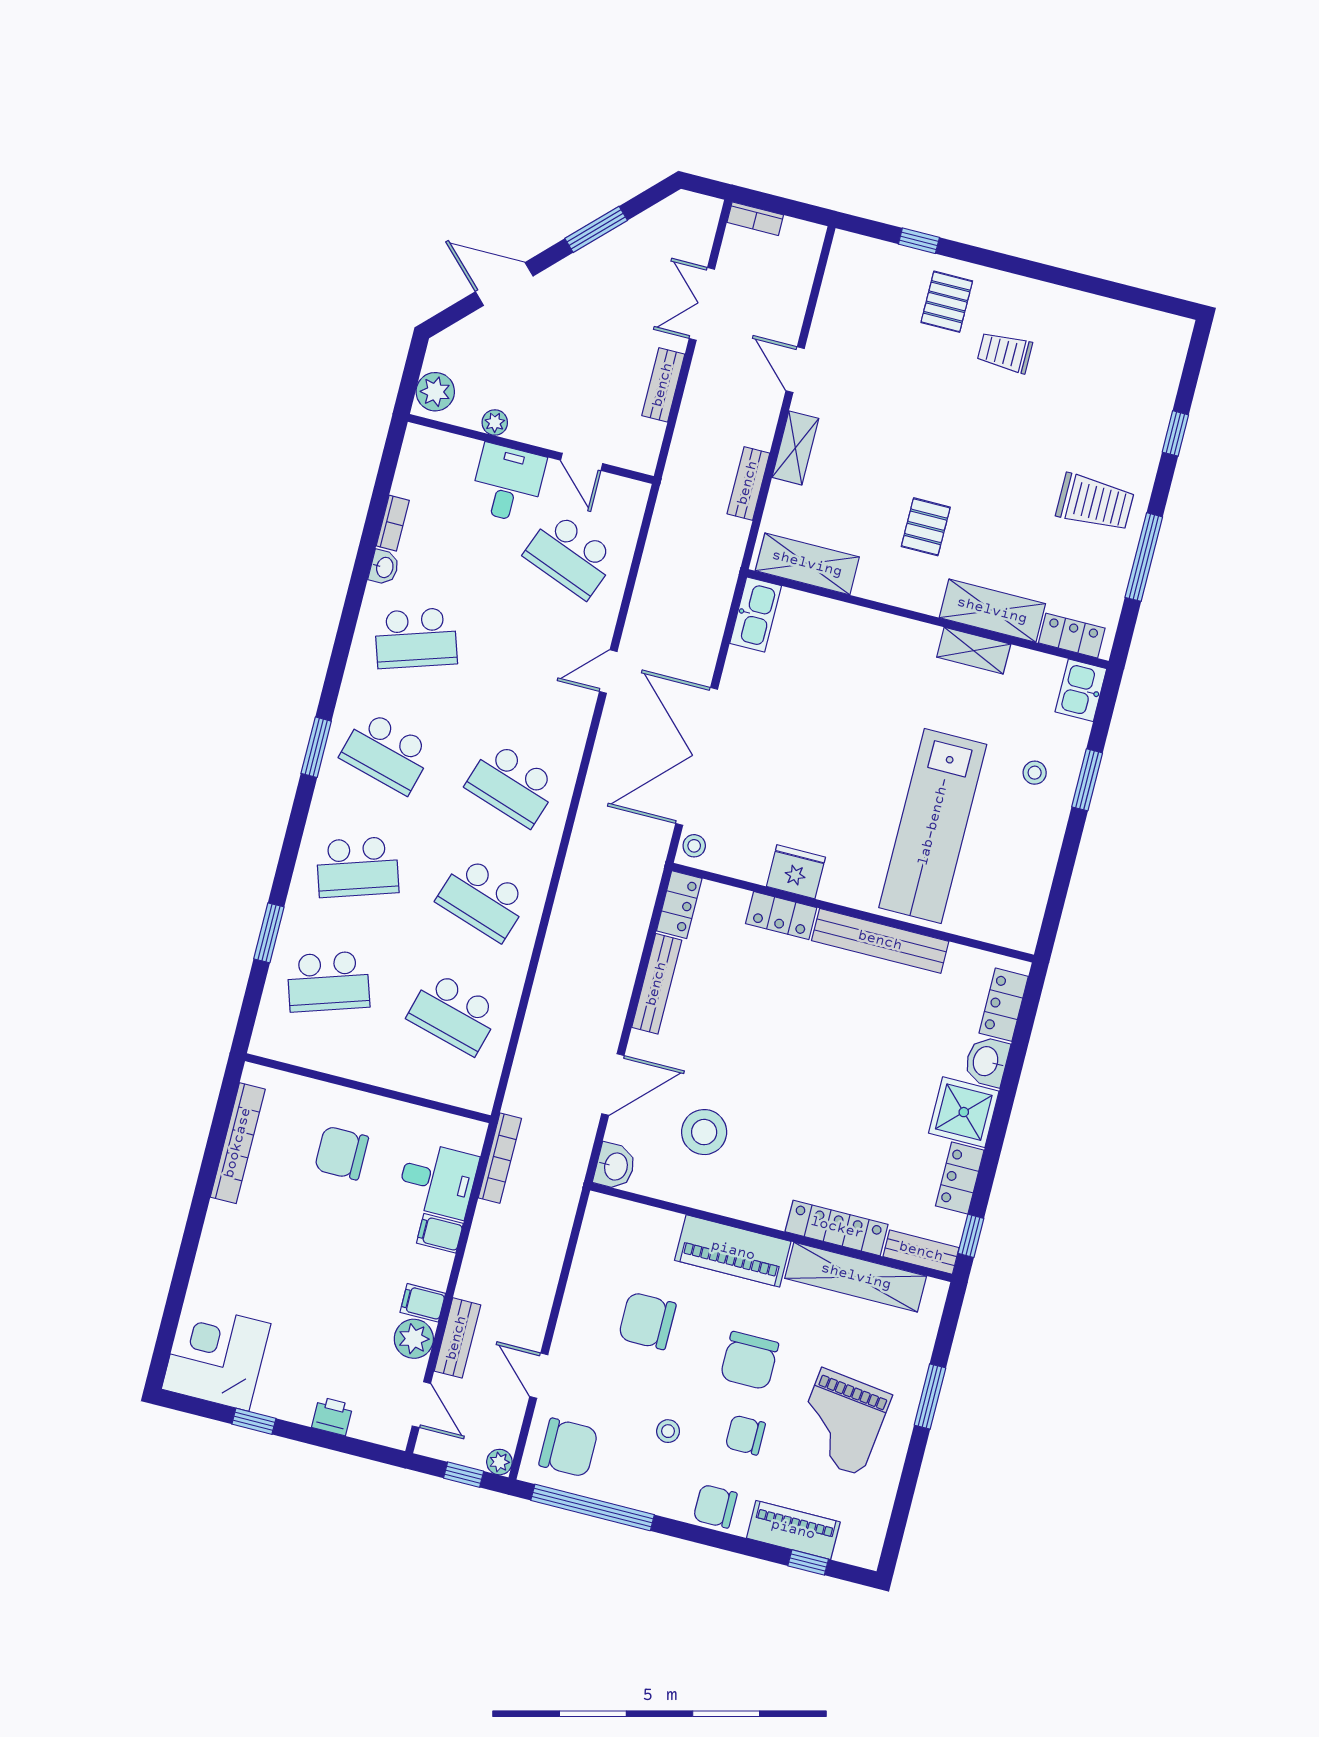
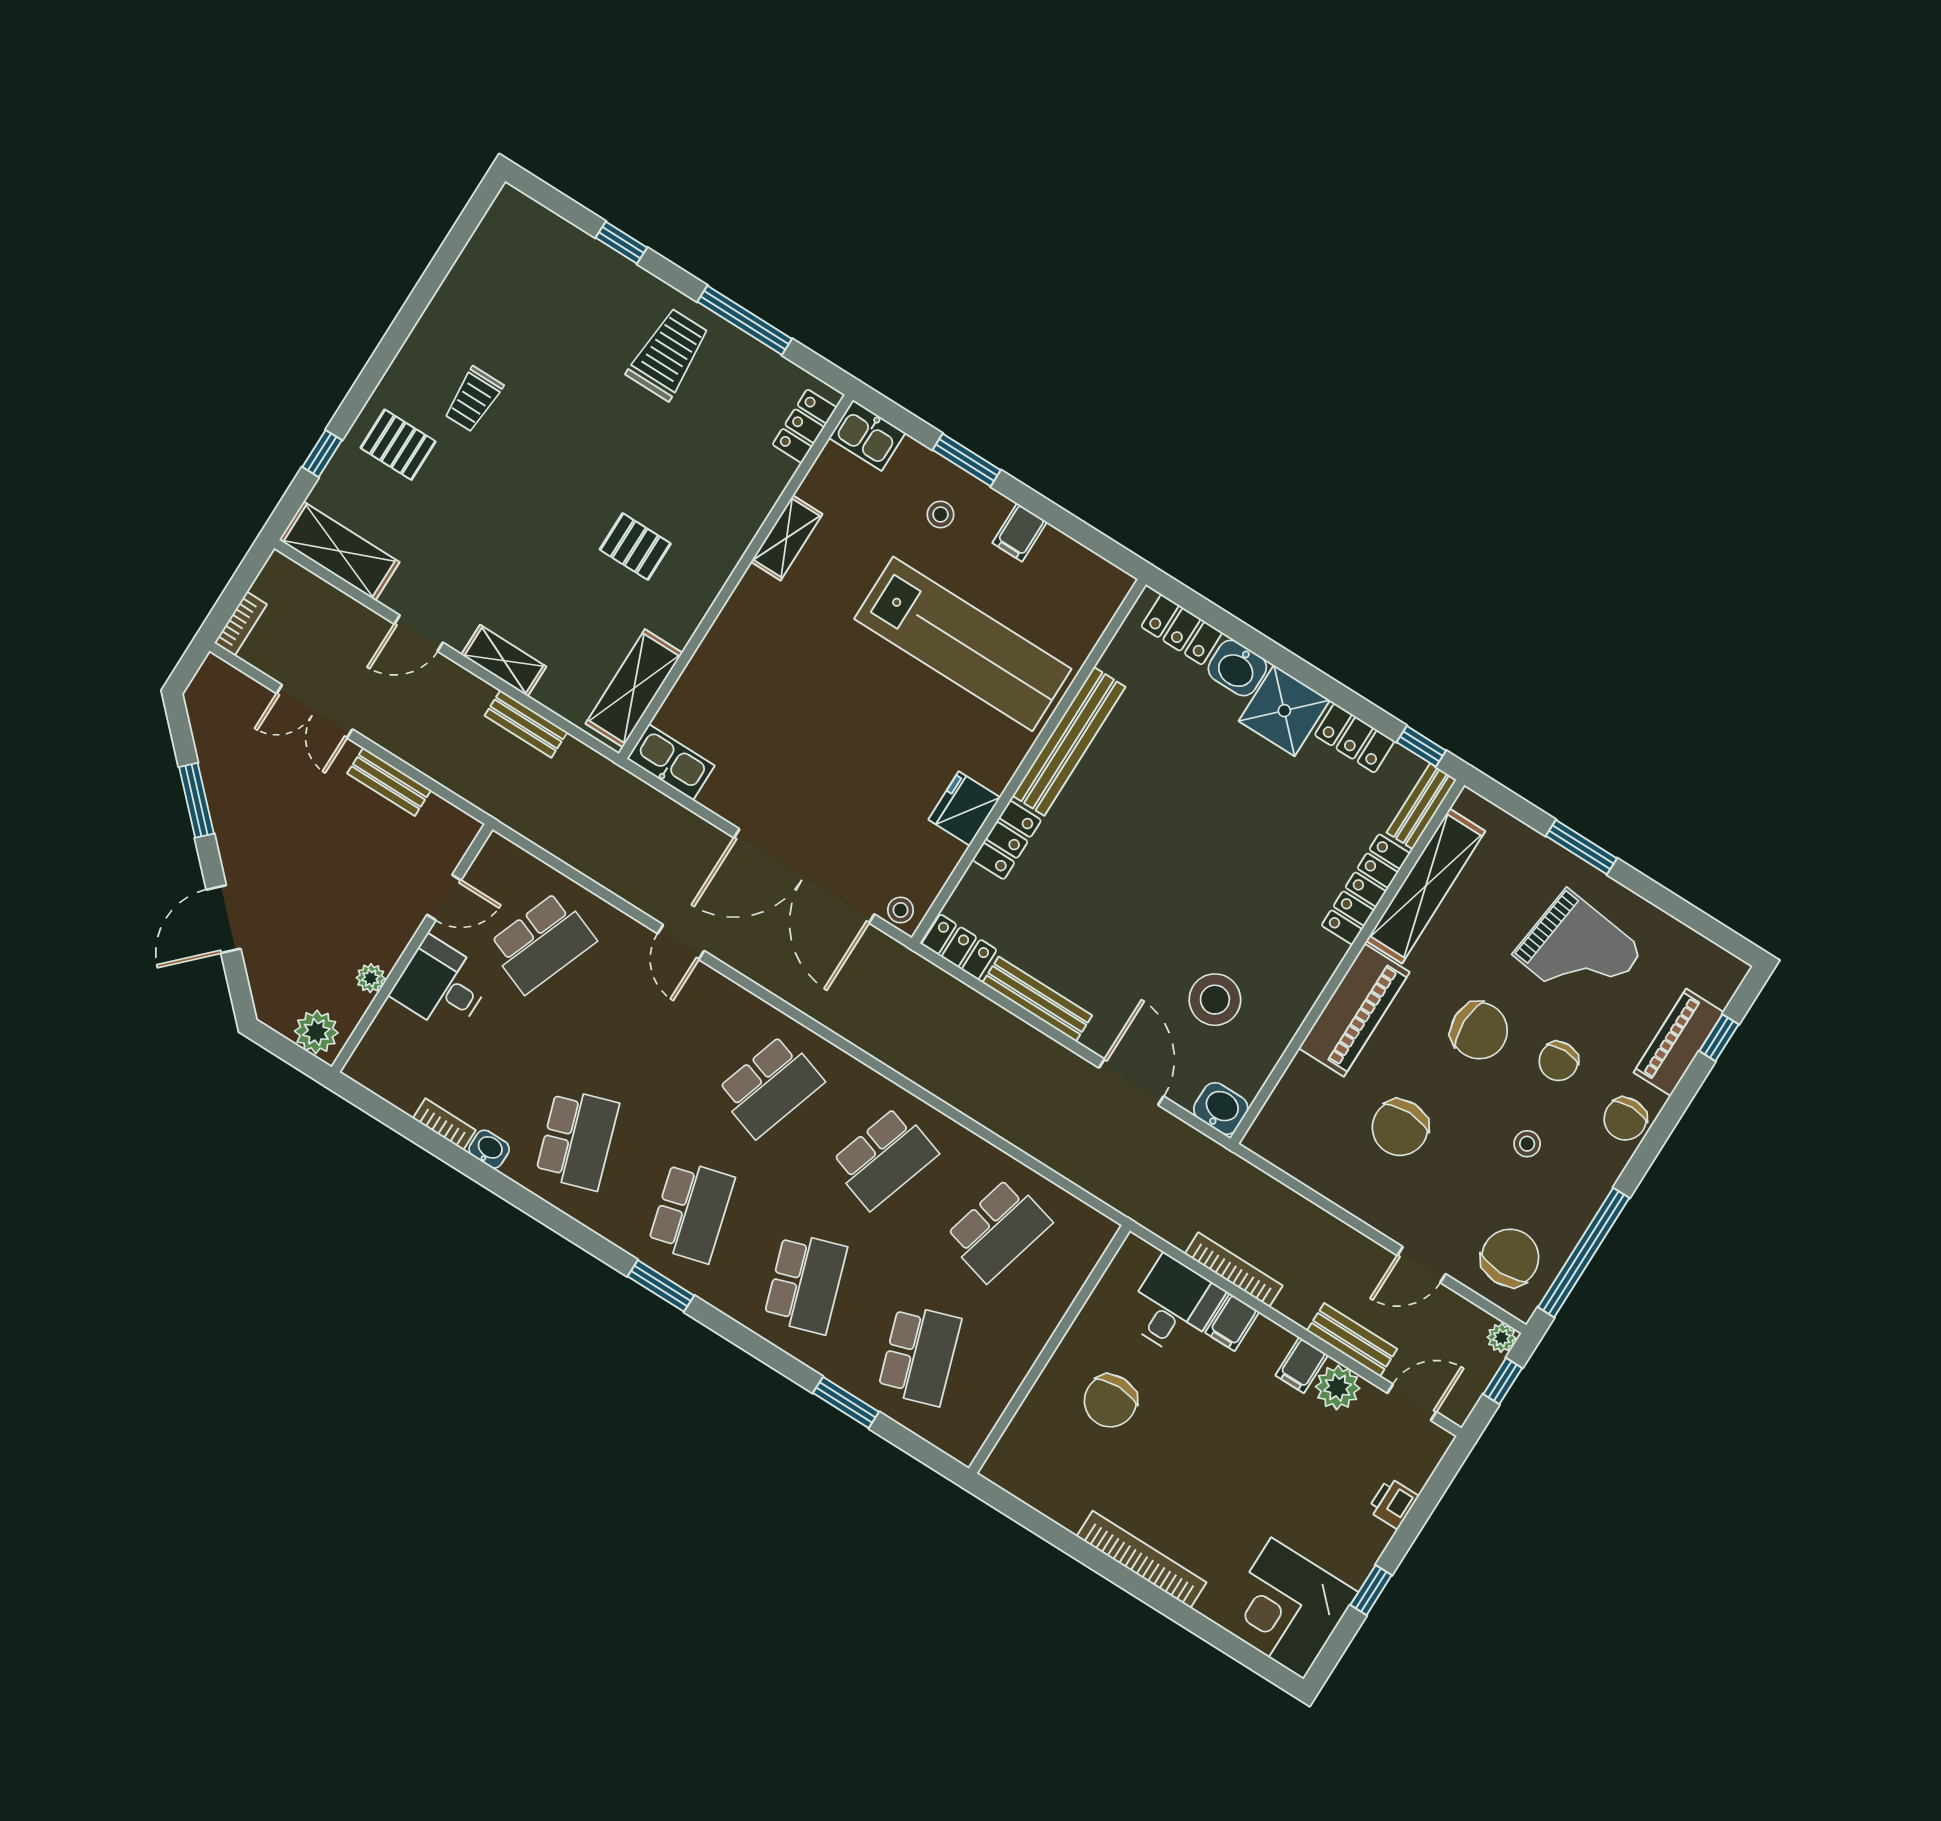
shelving: (992, 611) -> (339, 551), moved, turned 90
school desk: (387, 753) -> (691, 1211), turned -30
filing cabinet: (1041, 843) -> (1020, 532), added
bookcase: (238, 1143) -> (1142, 1559), moved
bookcase: (500, 1158) -> (1234, 1270), moved

